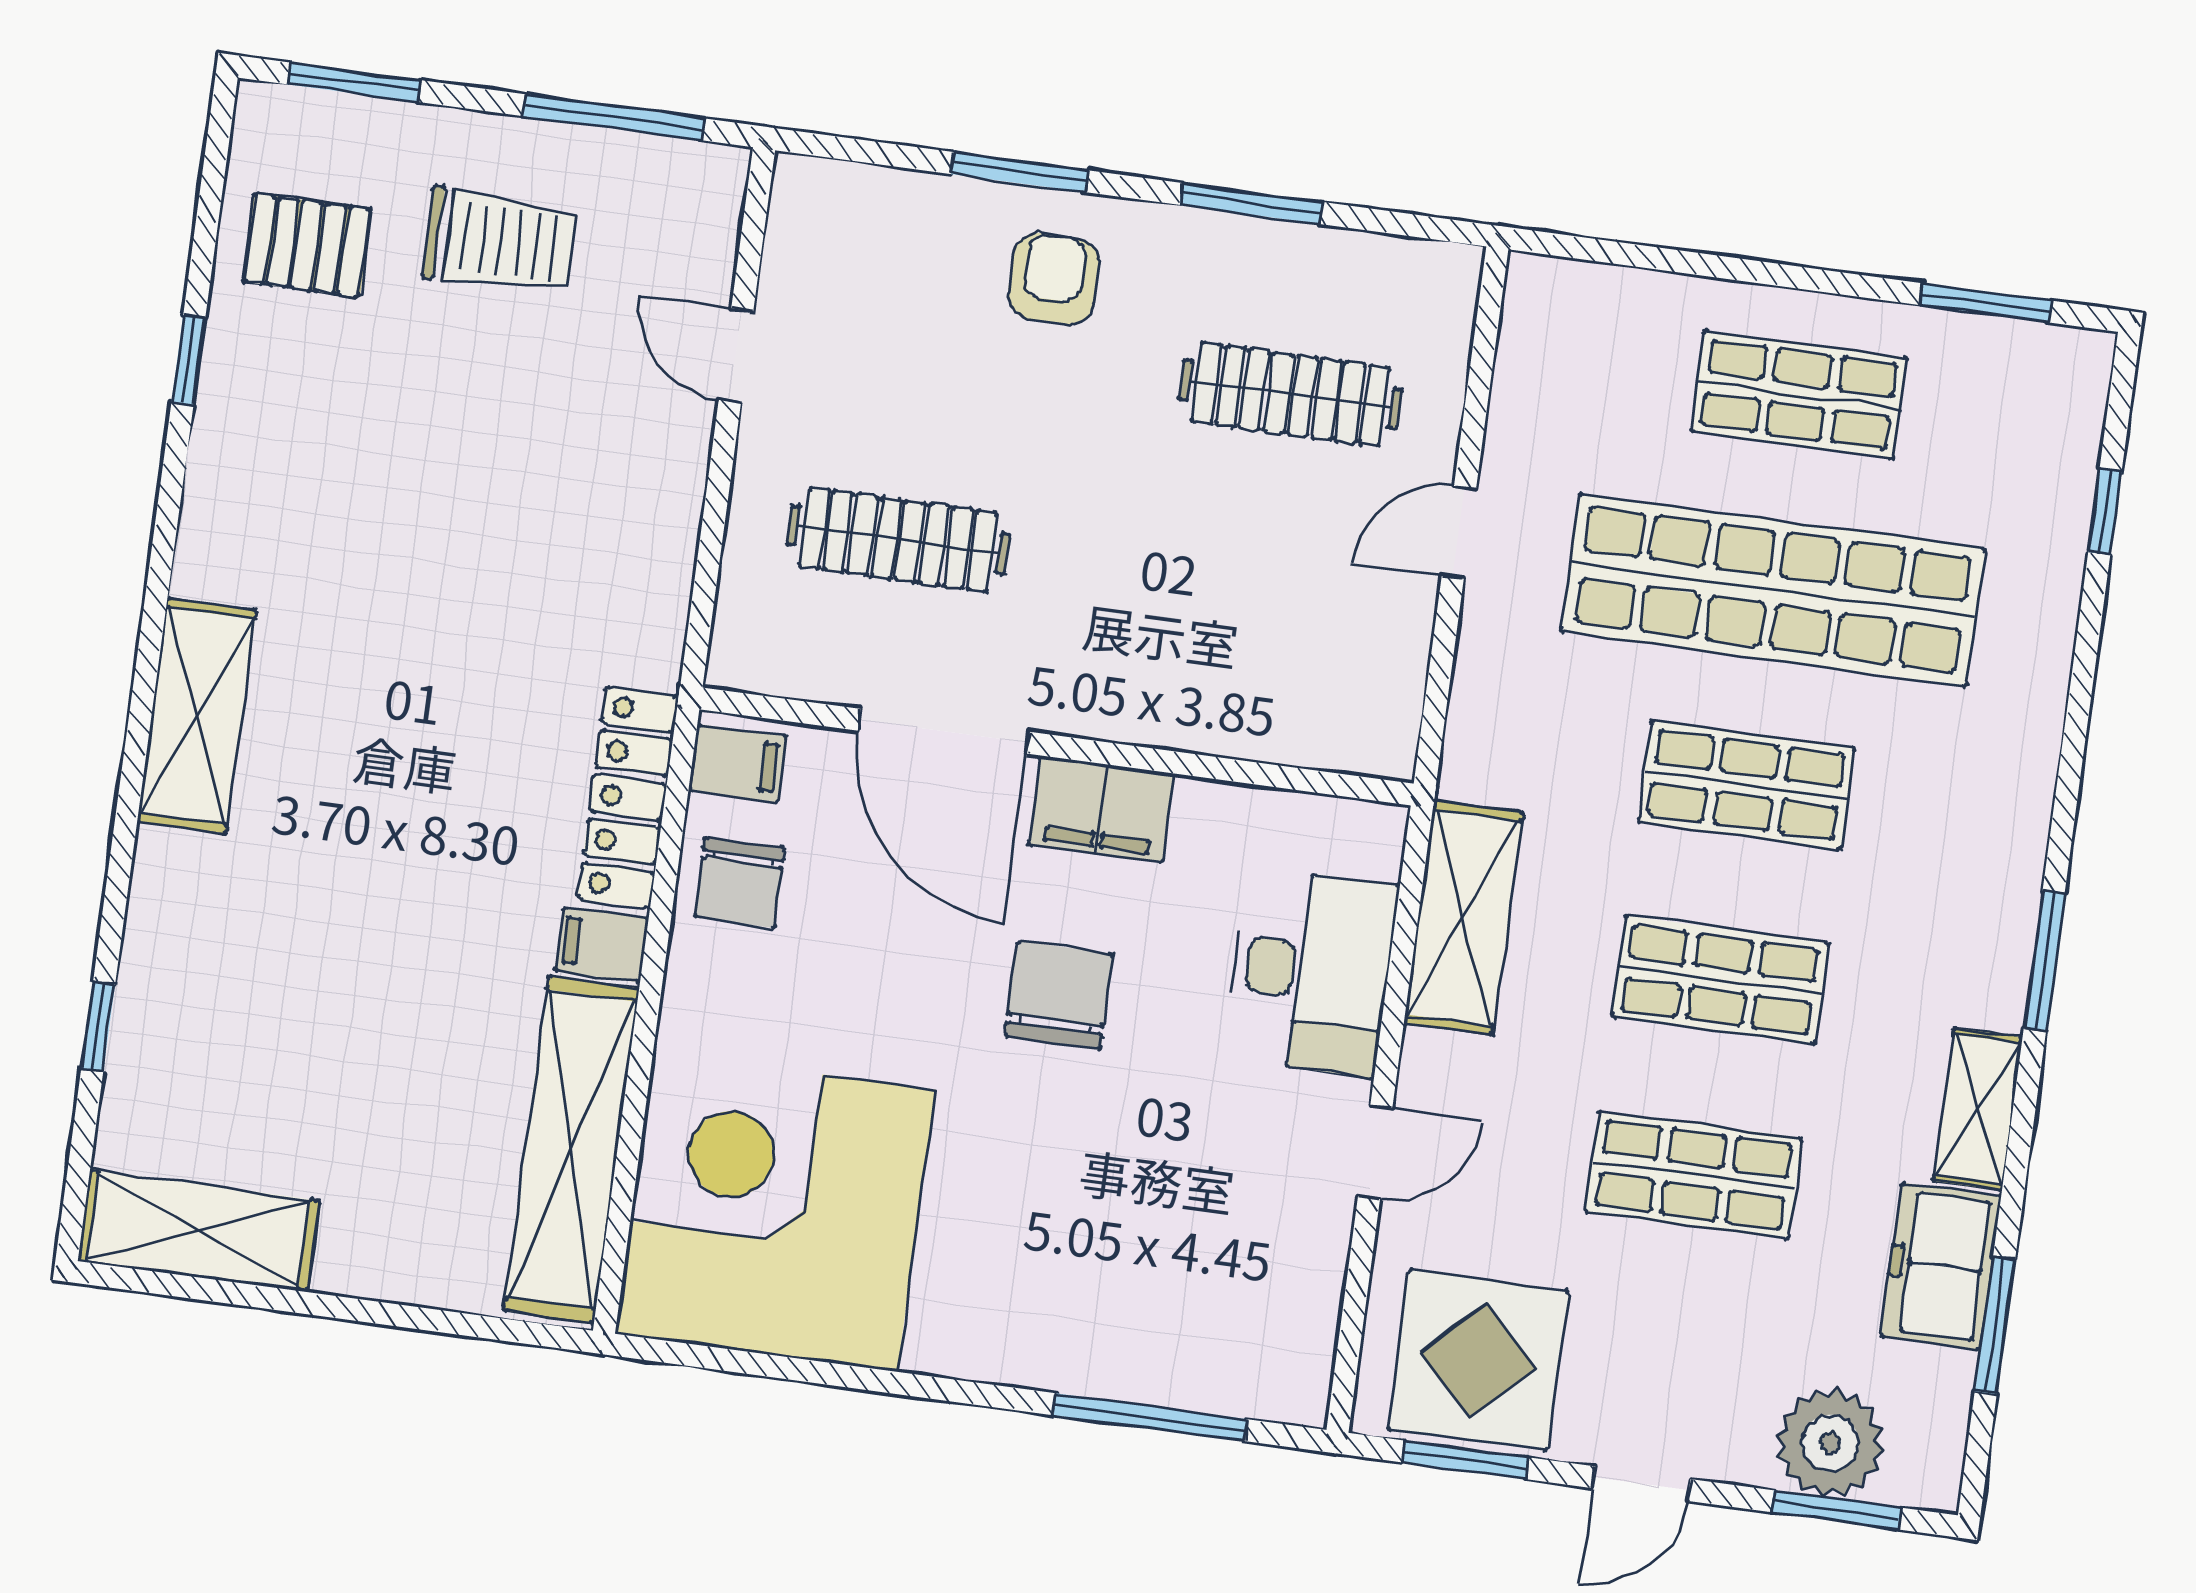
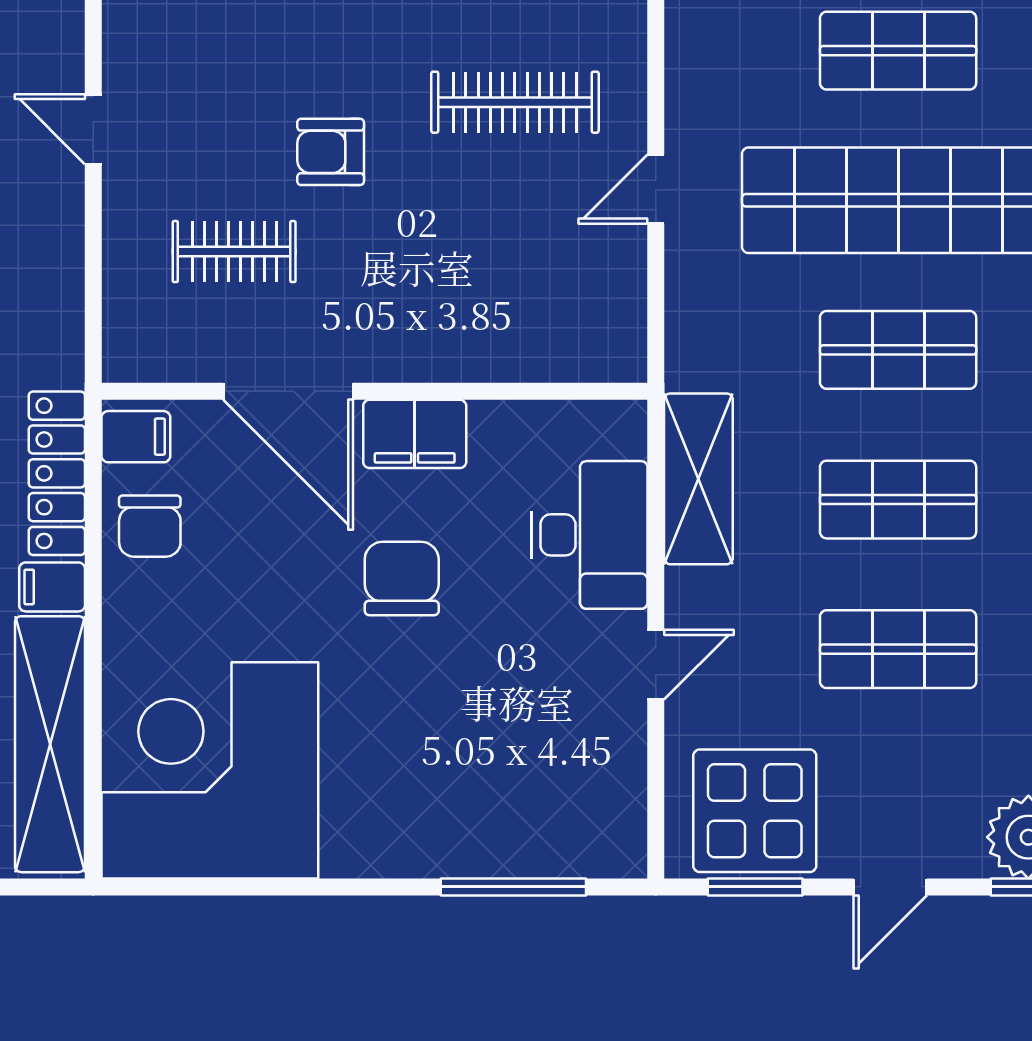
armchair: (1054, 279) -> (331, 152), moved, turned -90
clothes rail: (898, 540) -> (234, 252), width x0.73

